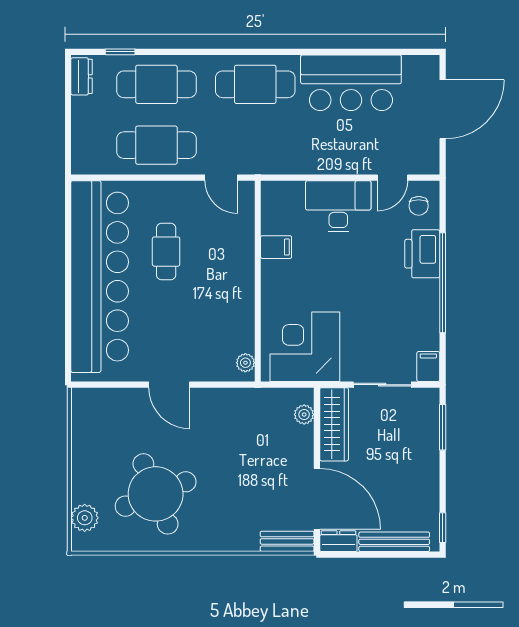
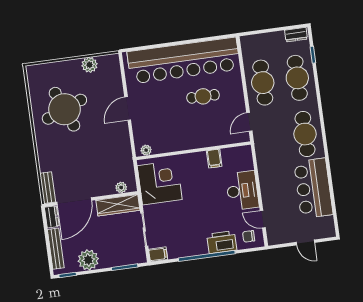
door: (443, 109) -> (305, 242), width x0.53
plant: (421, 488) -> (88, 260), added
plant: (85, 518) -> (90, 65), moved

